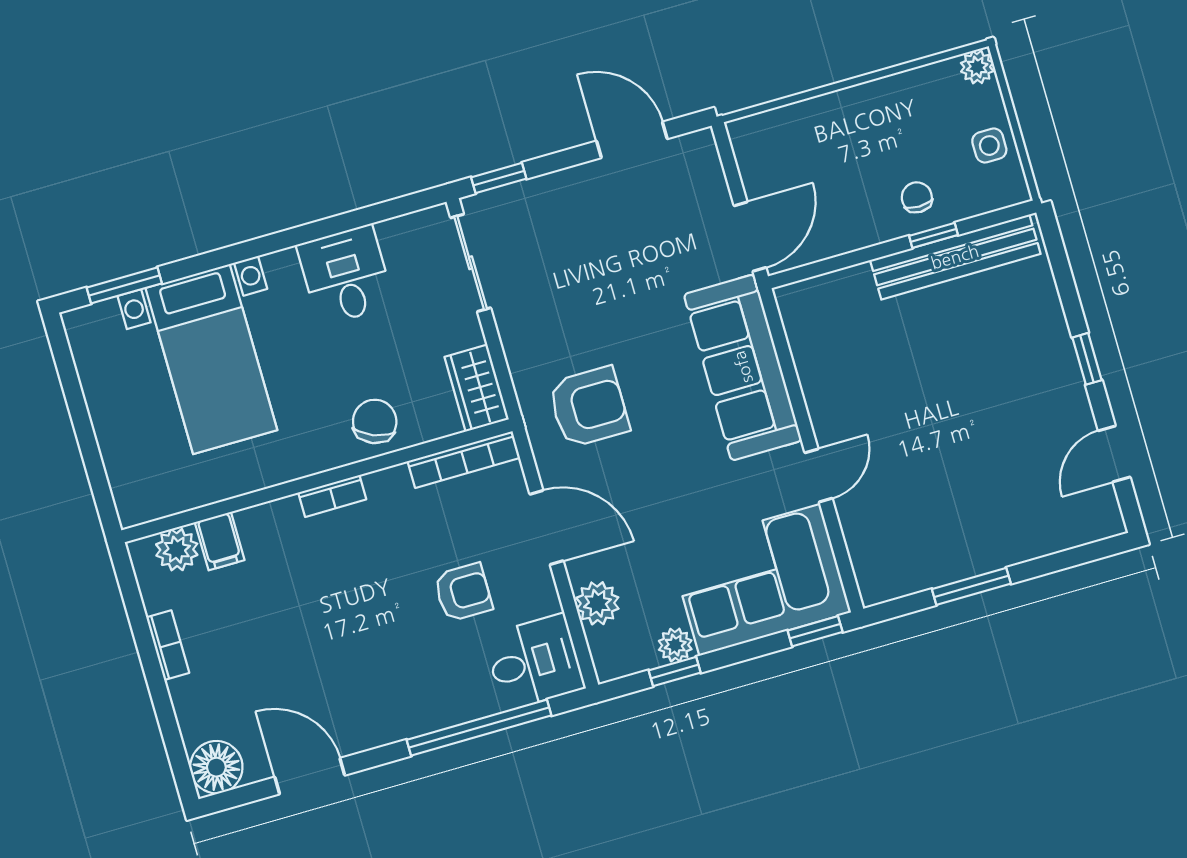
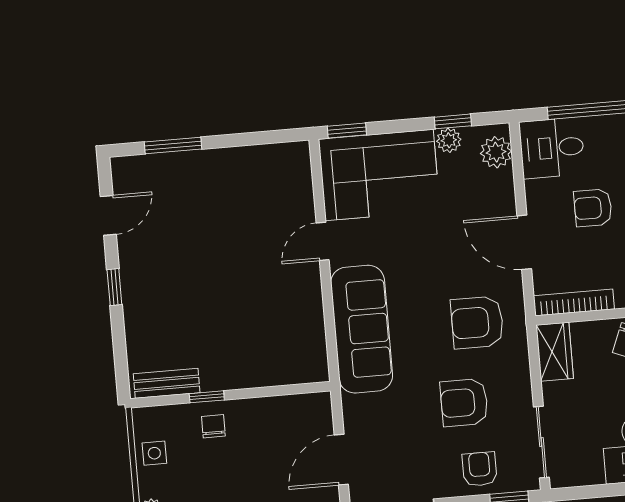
chair: (917, 197) -> (213, 426), turned 180
armchair: (547, 210) -> (480, 469), added
door: (750, 237) -> (341, 460), moved
bench: (955, 257) -> (167, 383), width x0.54, depth x0.82
armchair: (585, 296) -> (464, 403), added
window: (971, 586) -> (173, 145), moved
plant: (597, 603) -> (496, 152), moved

